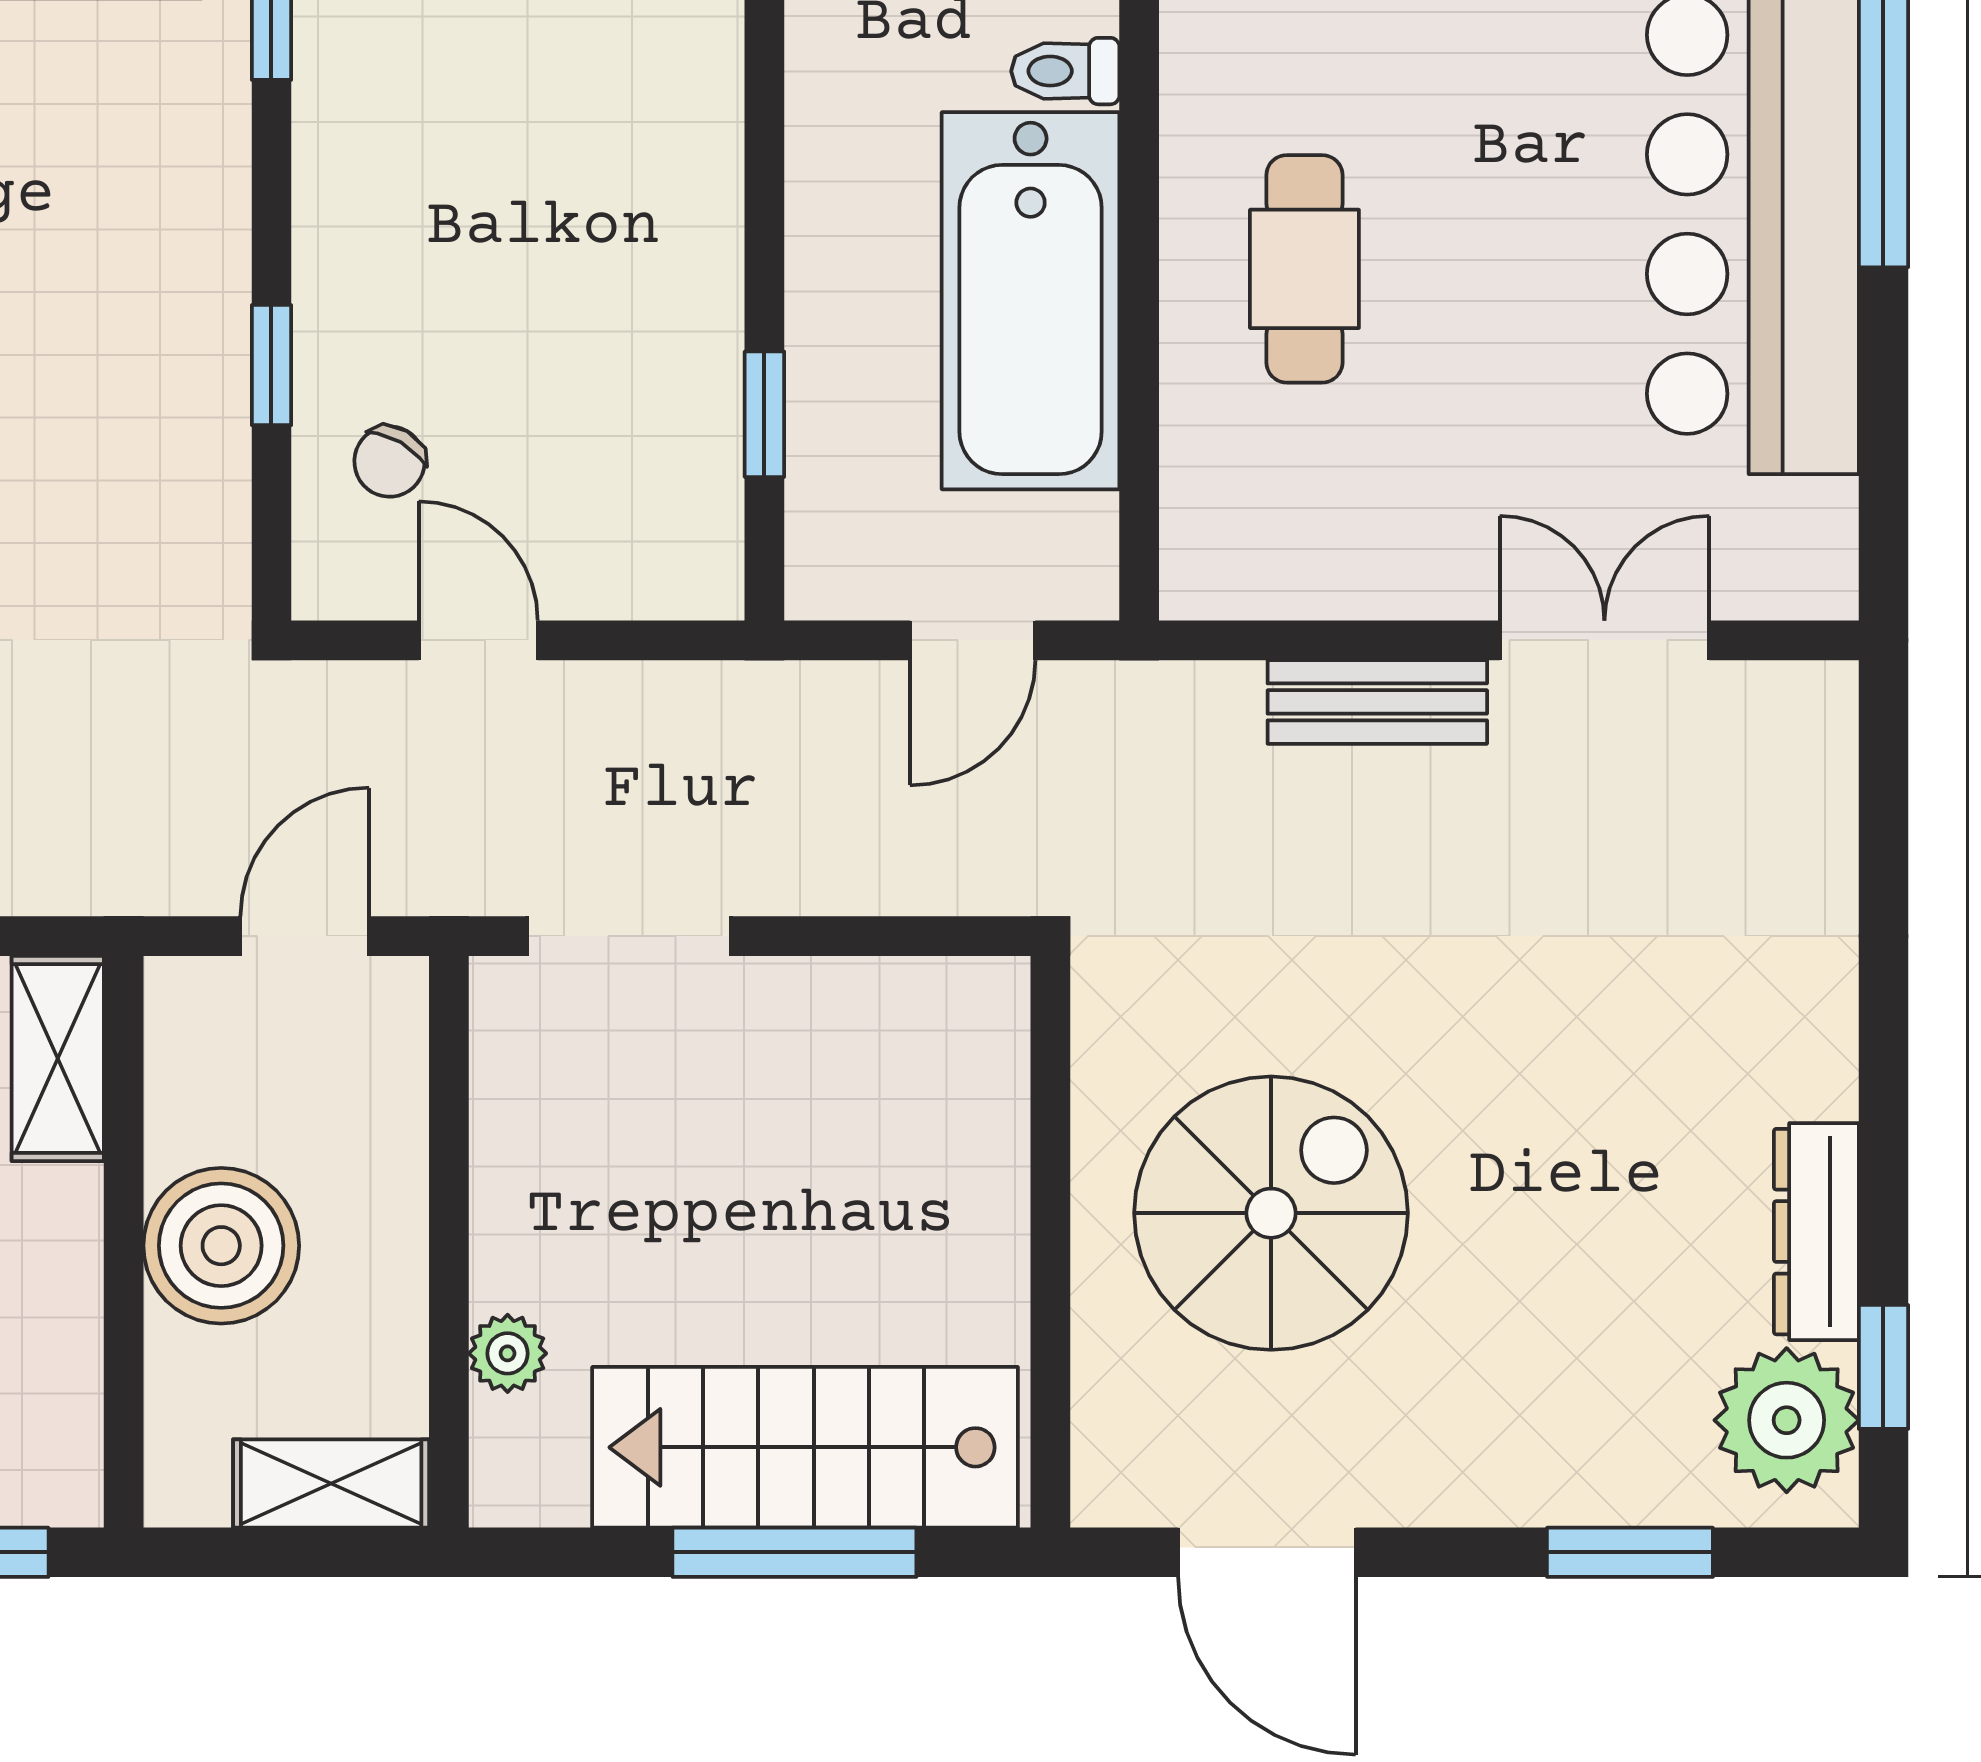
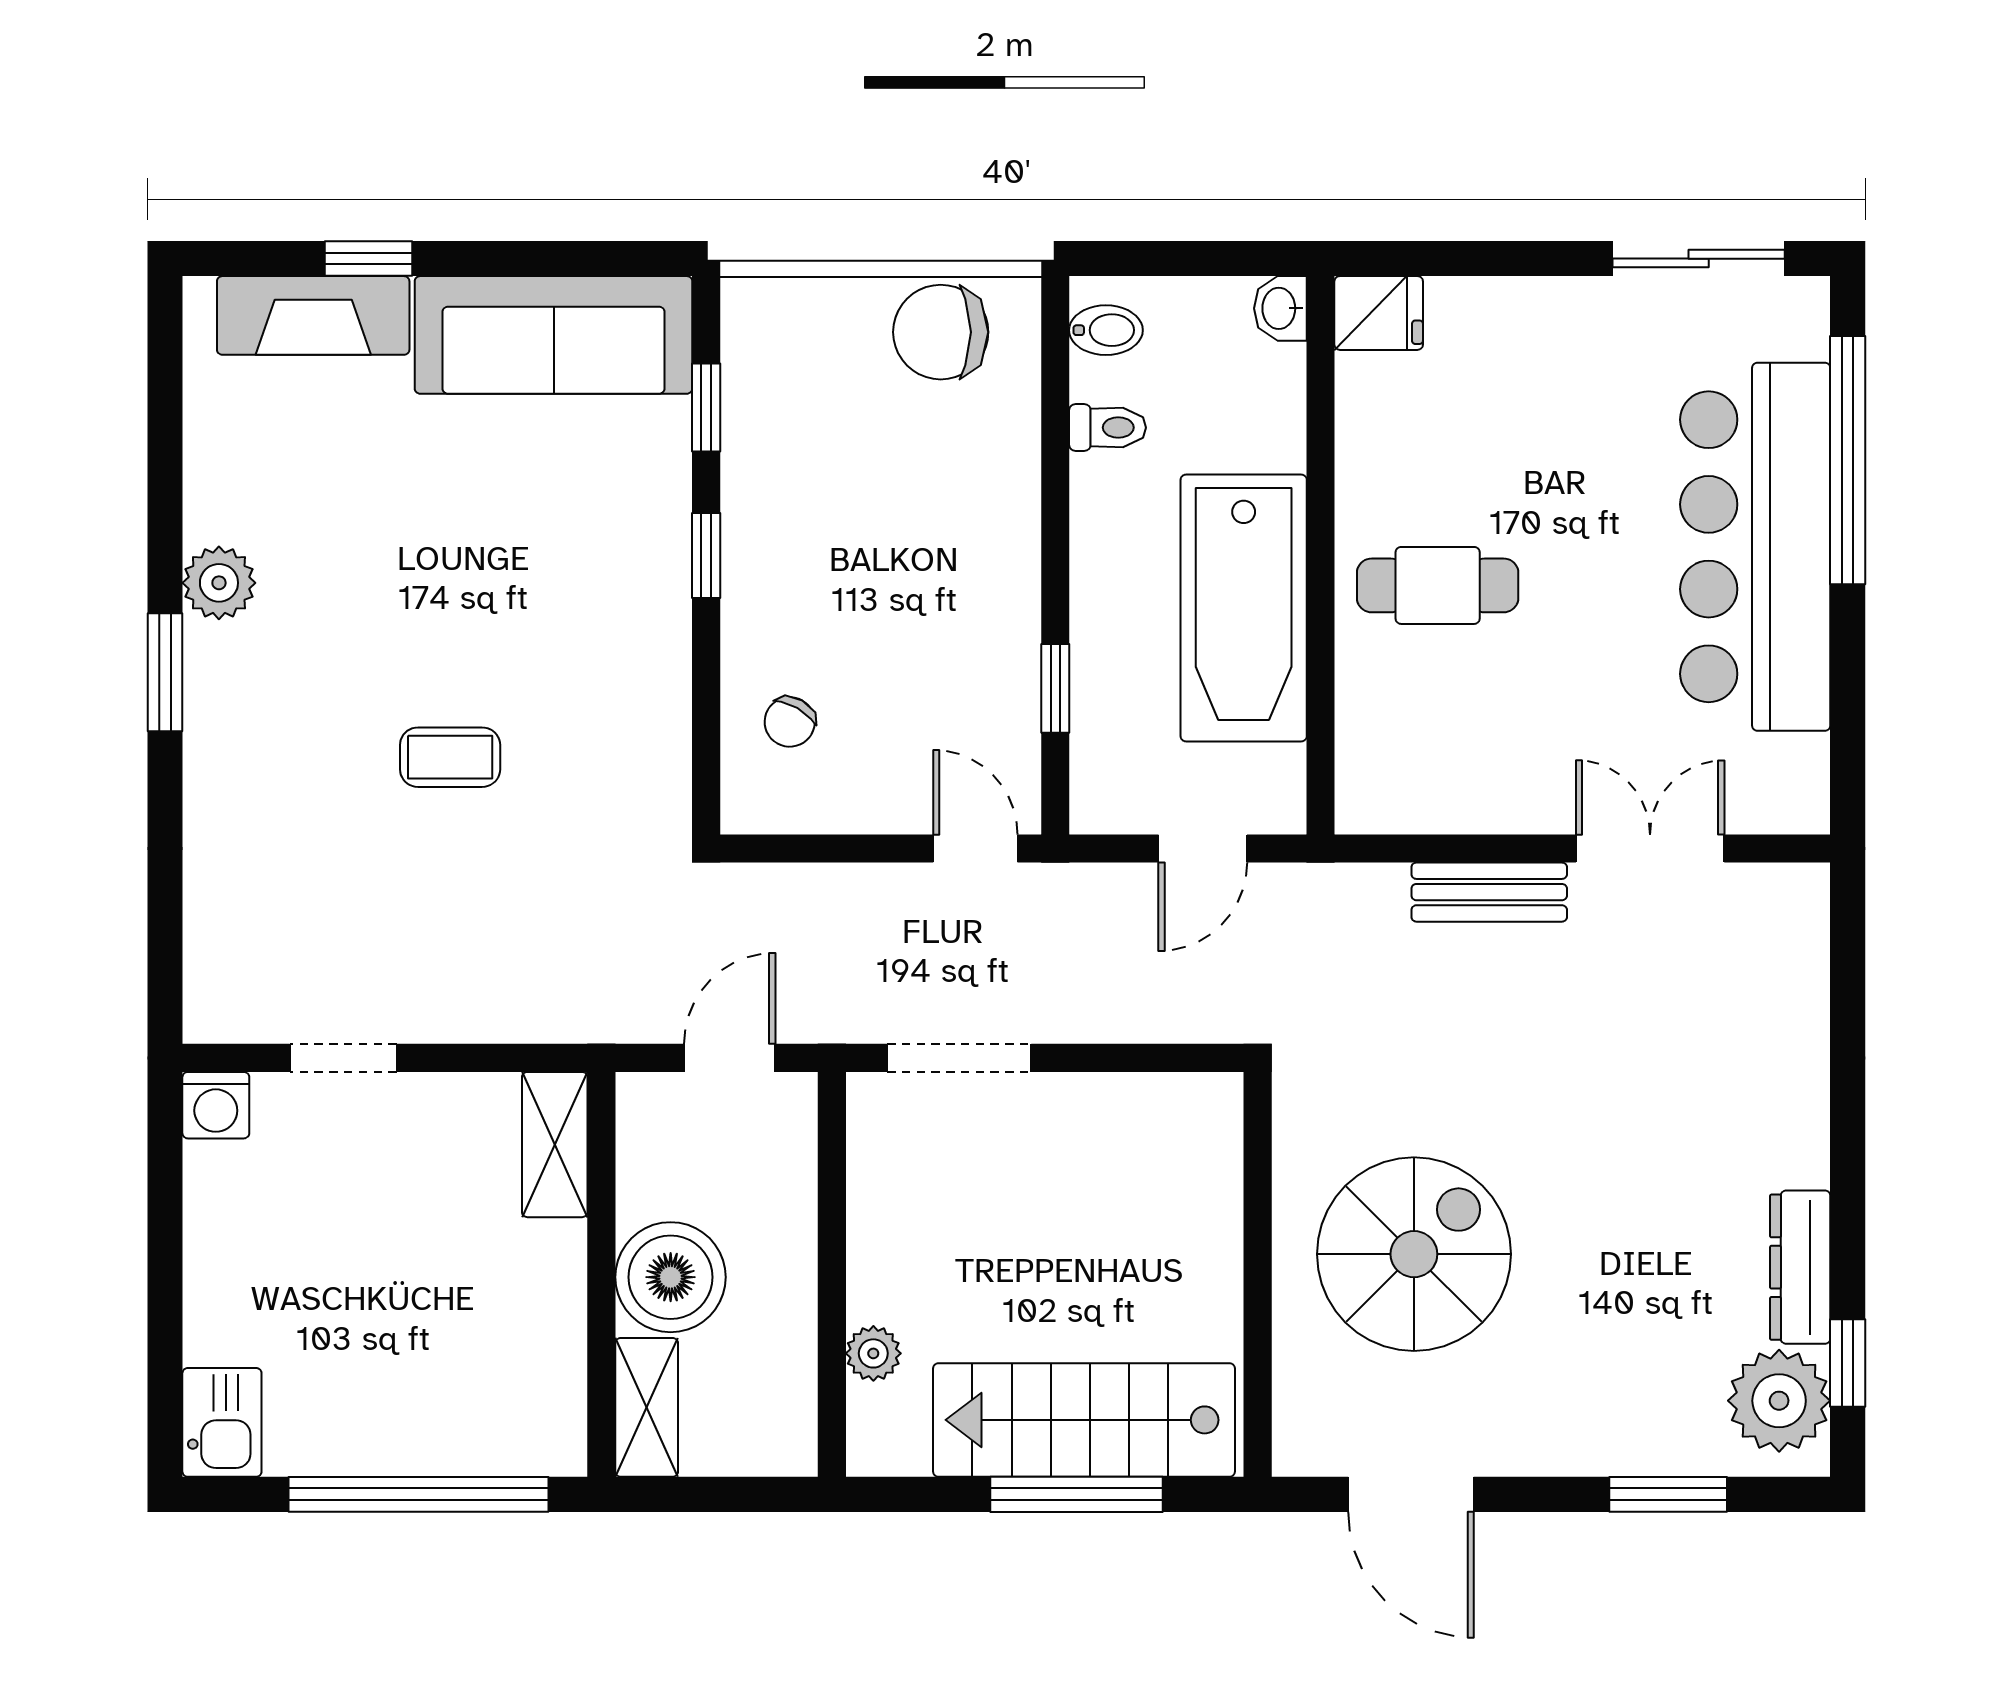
toilet: (1065, 71) -> (1108, 428), moved, turned 180
cafe table: (1304, 269) -> (1438, 585), turned 90
window: (271, 365) -> (706, 556), moved
door: (478, 640) -> (975, 848), moved
shelving: (331, 1484) -> (647, 1407), moved, turned 90

